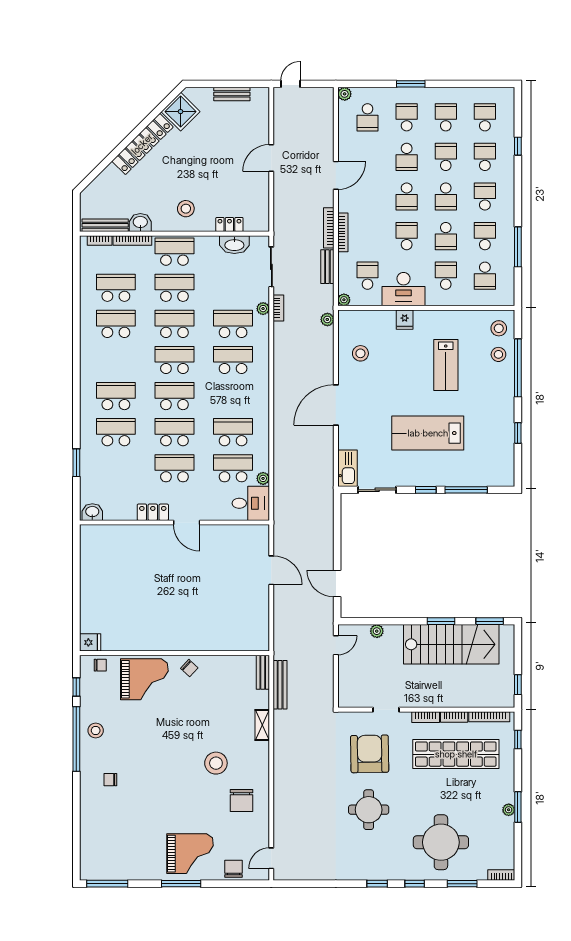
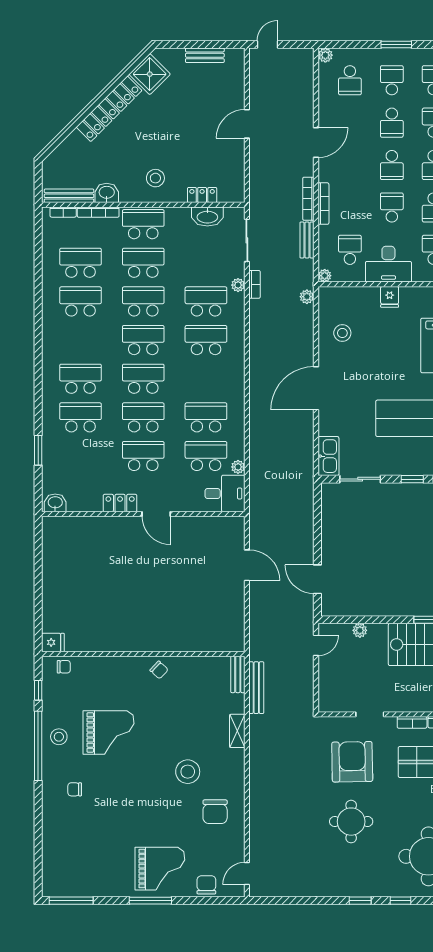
grand piano: (144, 679) -> (109, 733), moved

